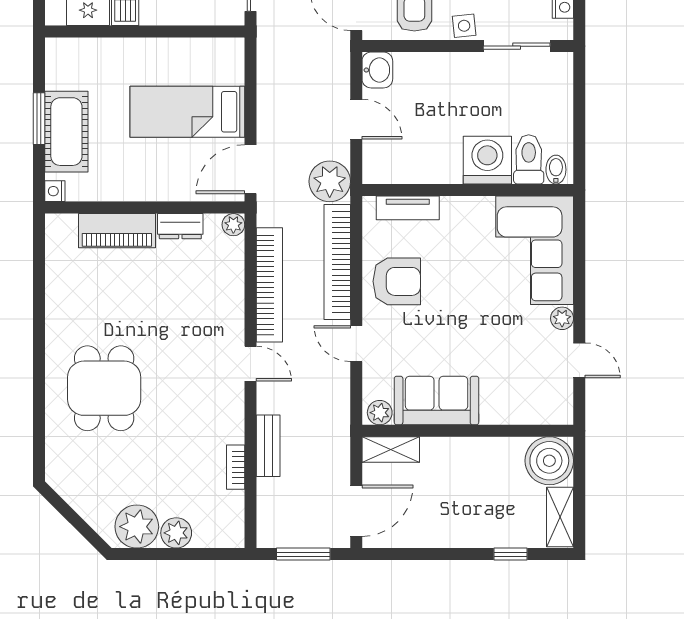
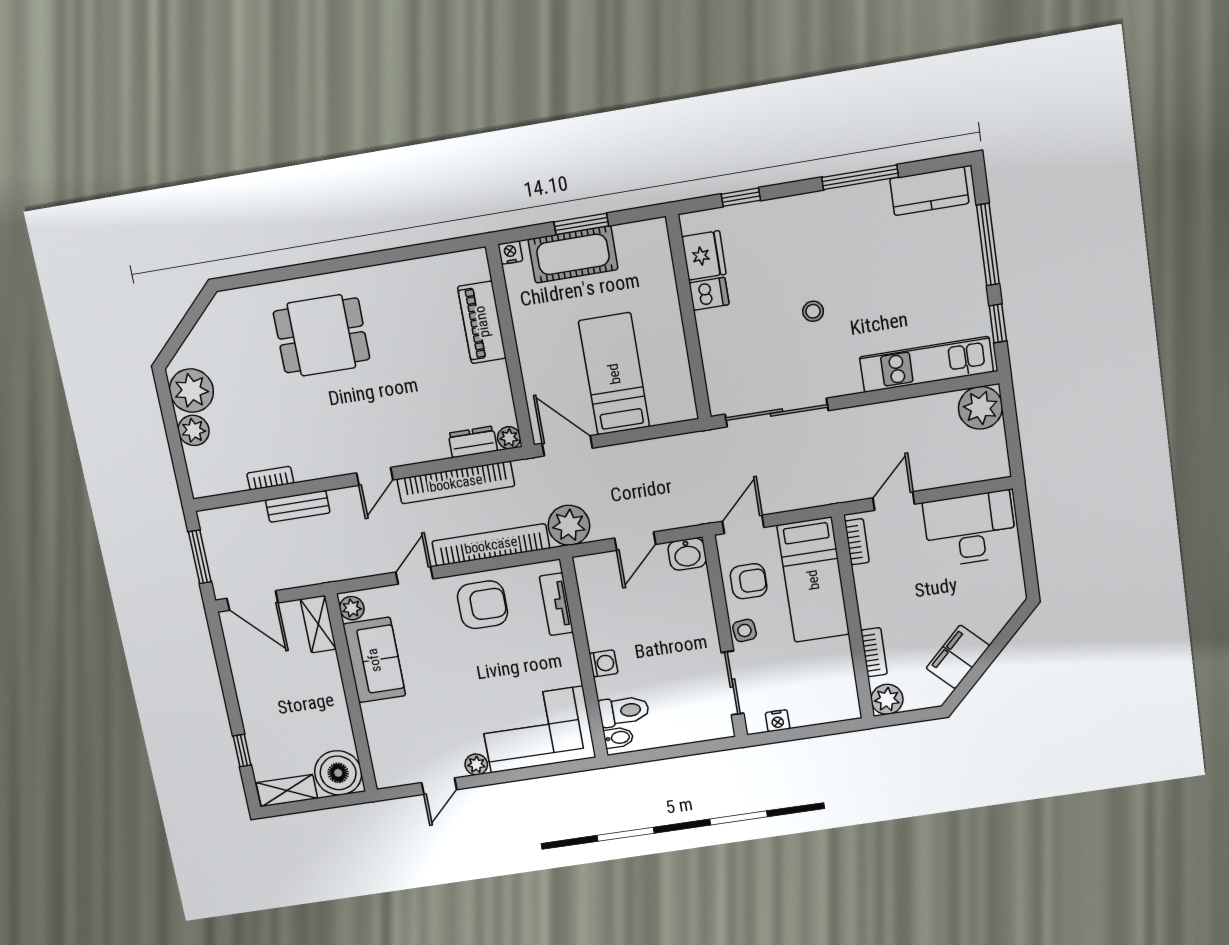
washing machine: (487, 160) -> (603, 663), width x0.53, depth x0.53
dresser: (180, 226) -> (473, 442), moved, turned 90
armchair: (397, 281) -> (482, 605), turned -90

